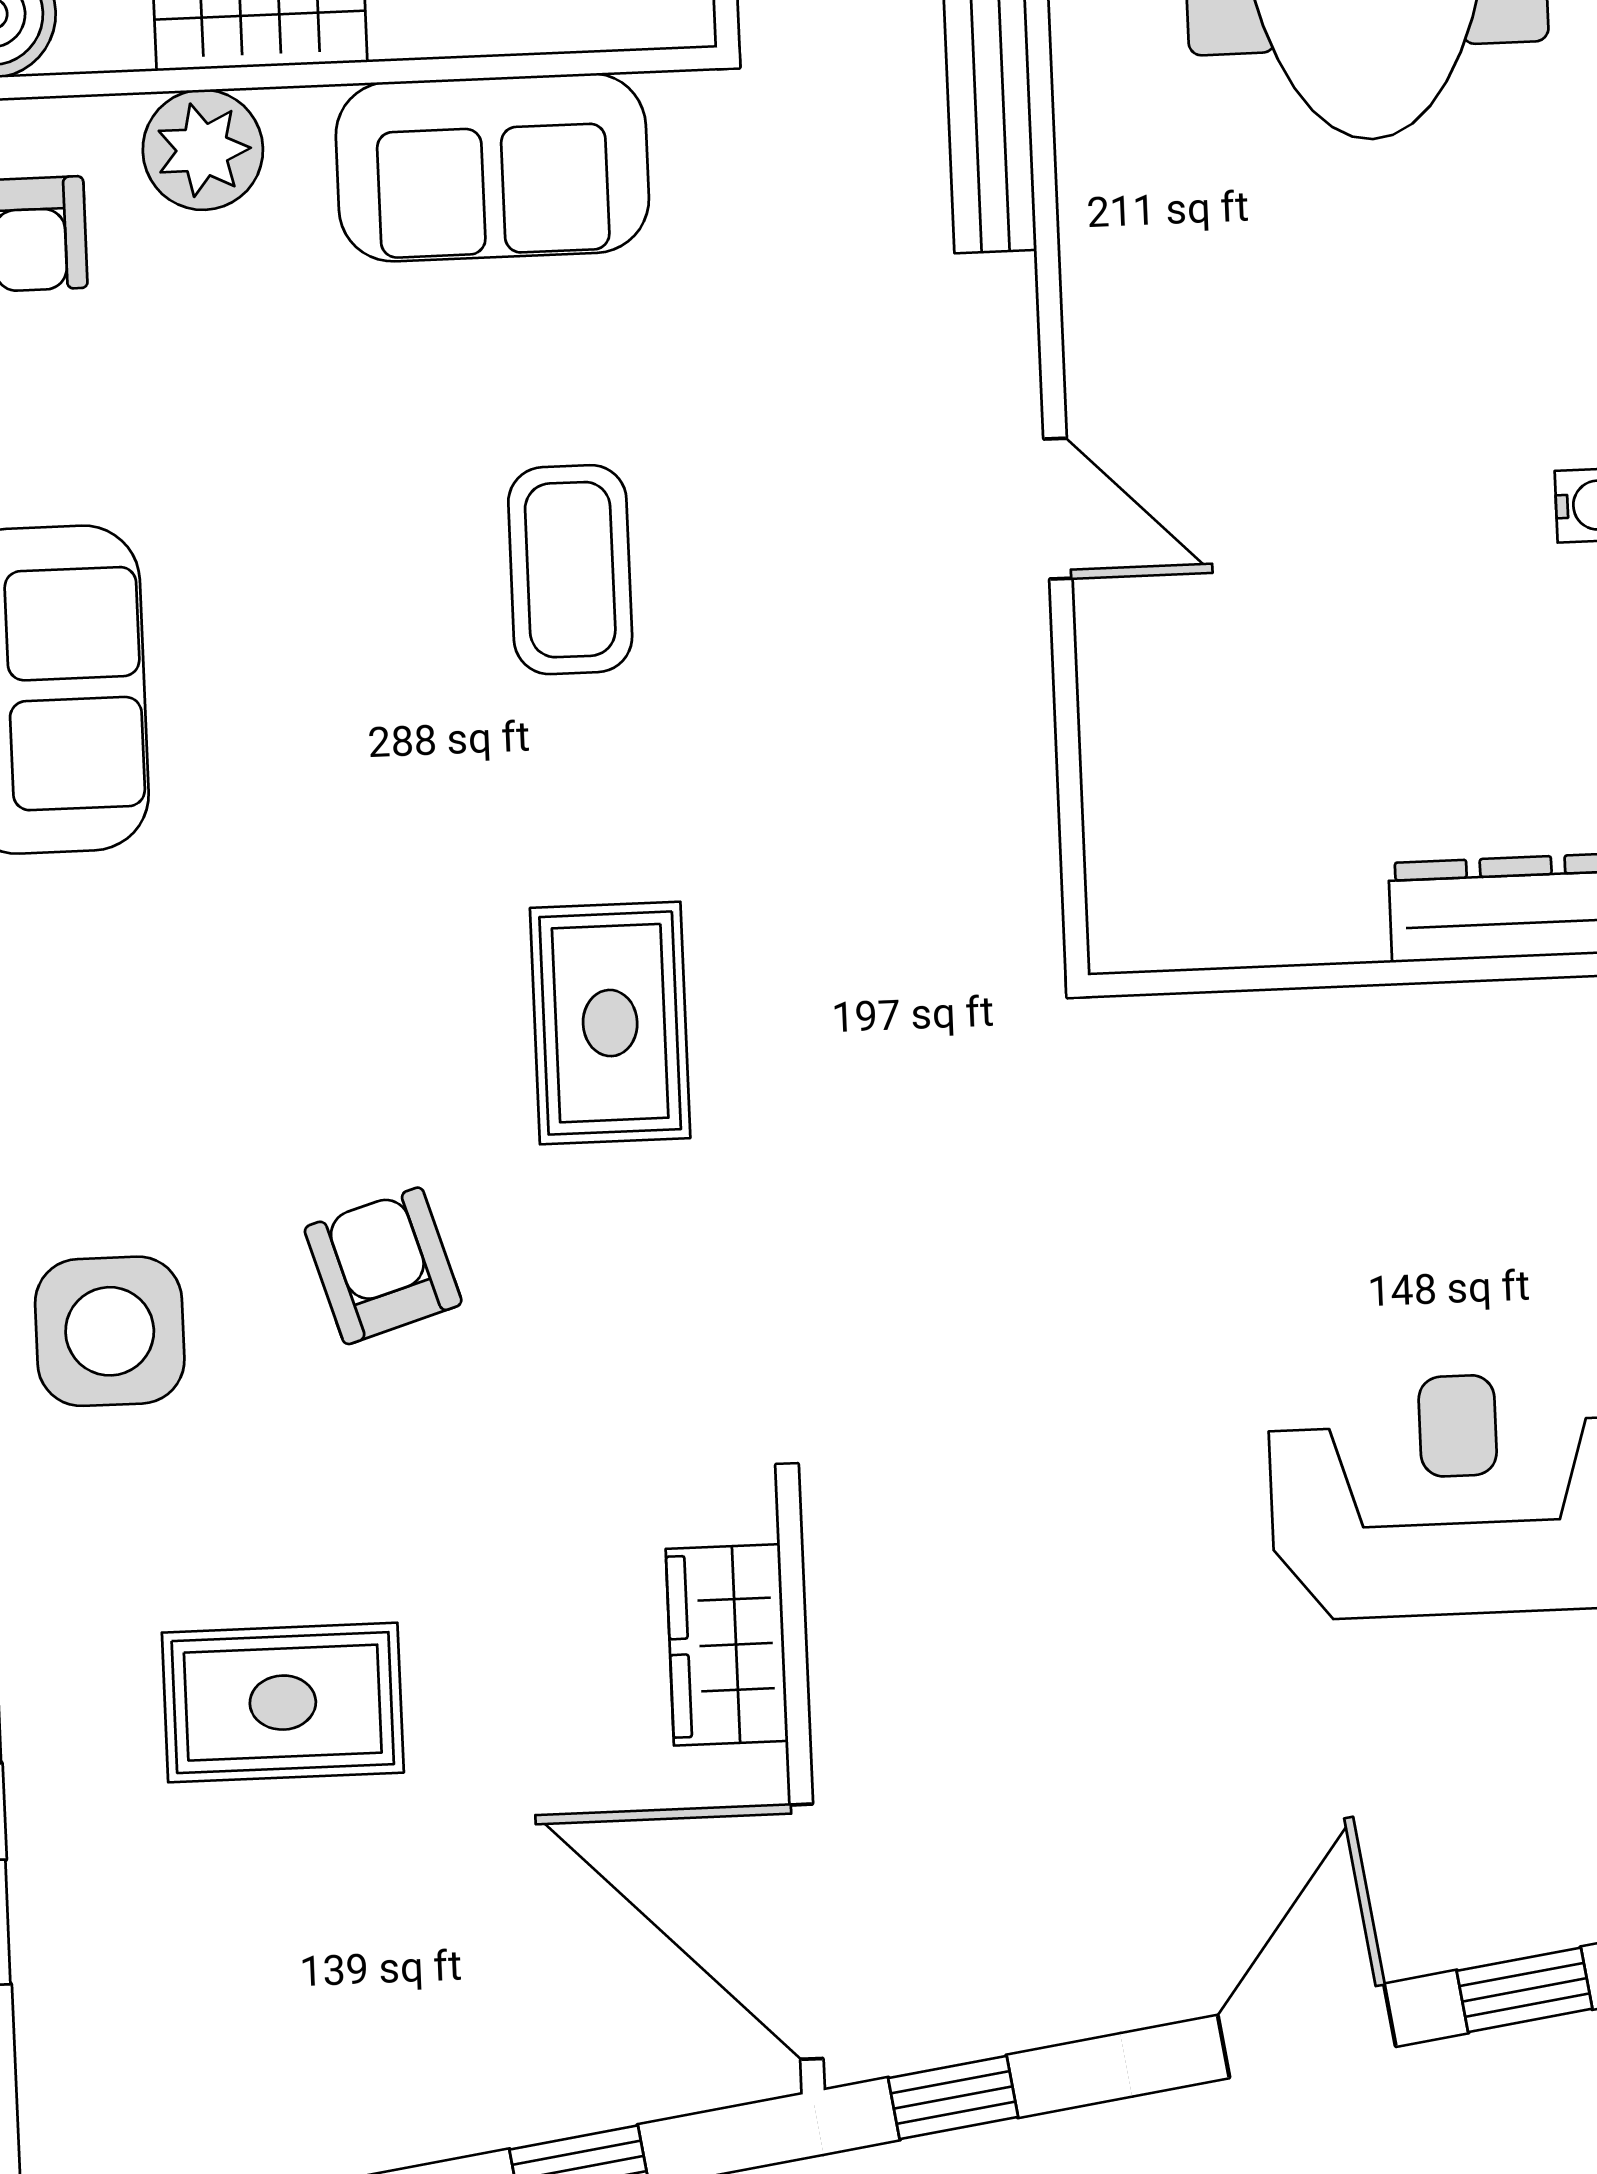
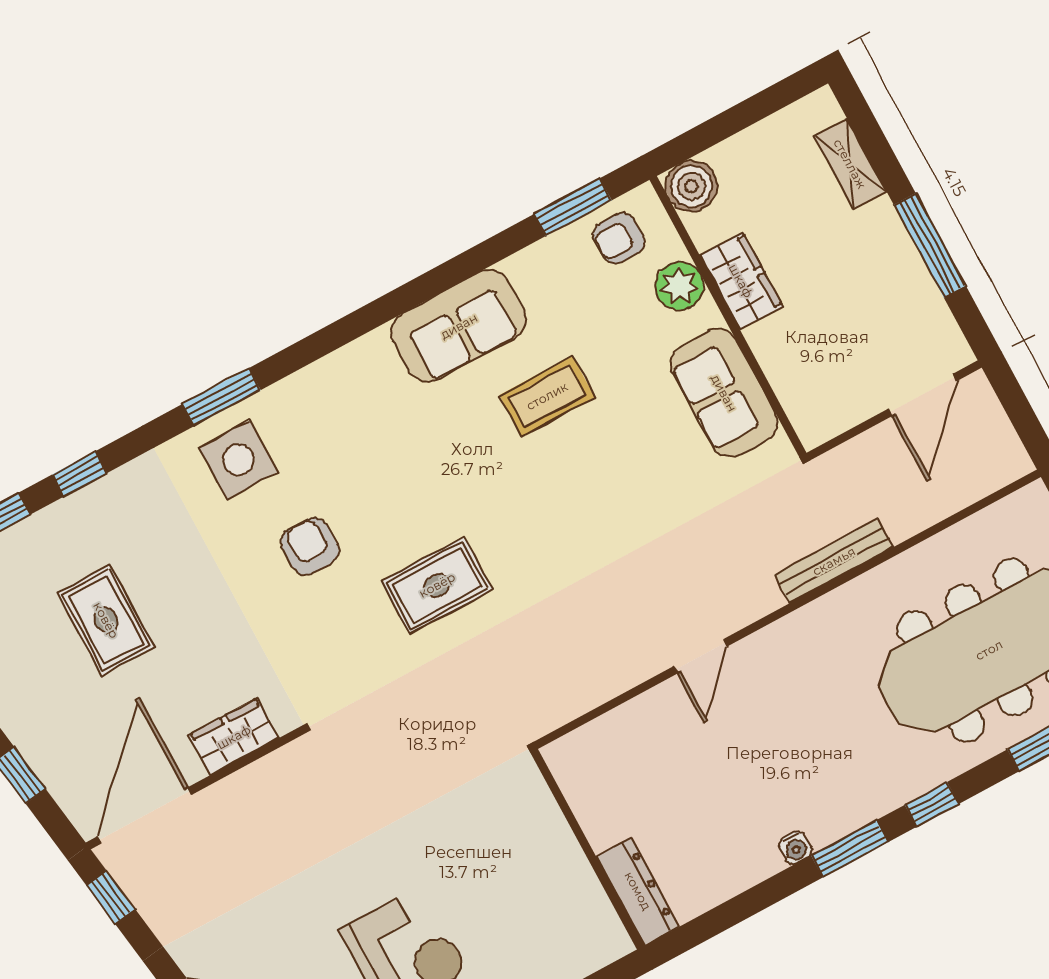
coffee table: (570, 570) -> (547, 396), moved
armchair: (383, 1266) -> (310, 546), turned -73
rug: (283, 1703) -> (106, 620), moved

